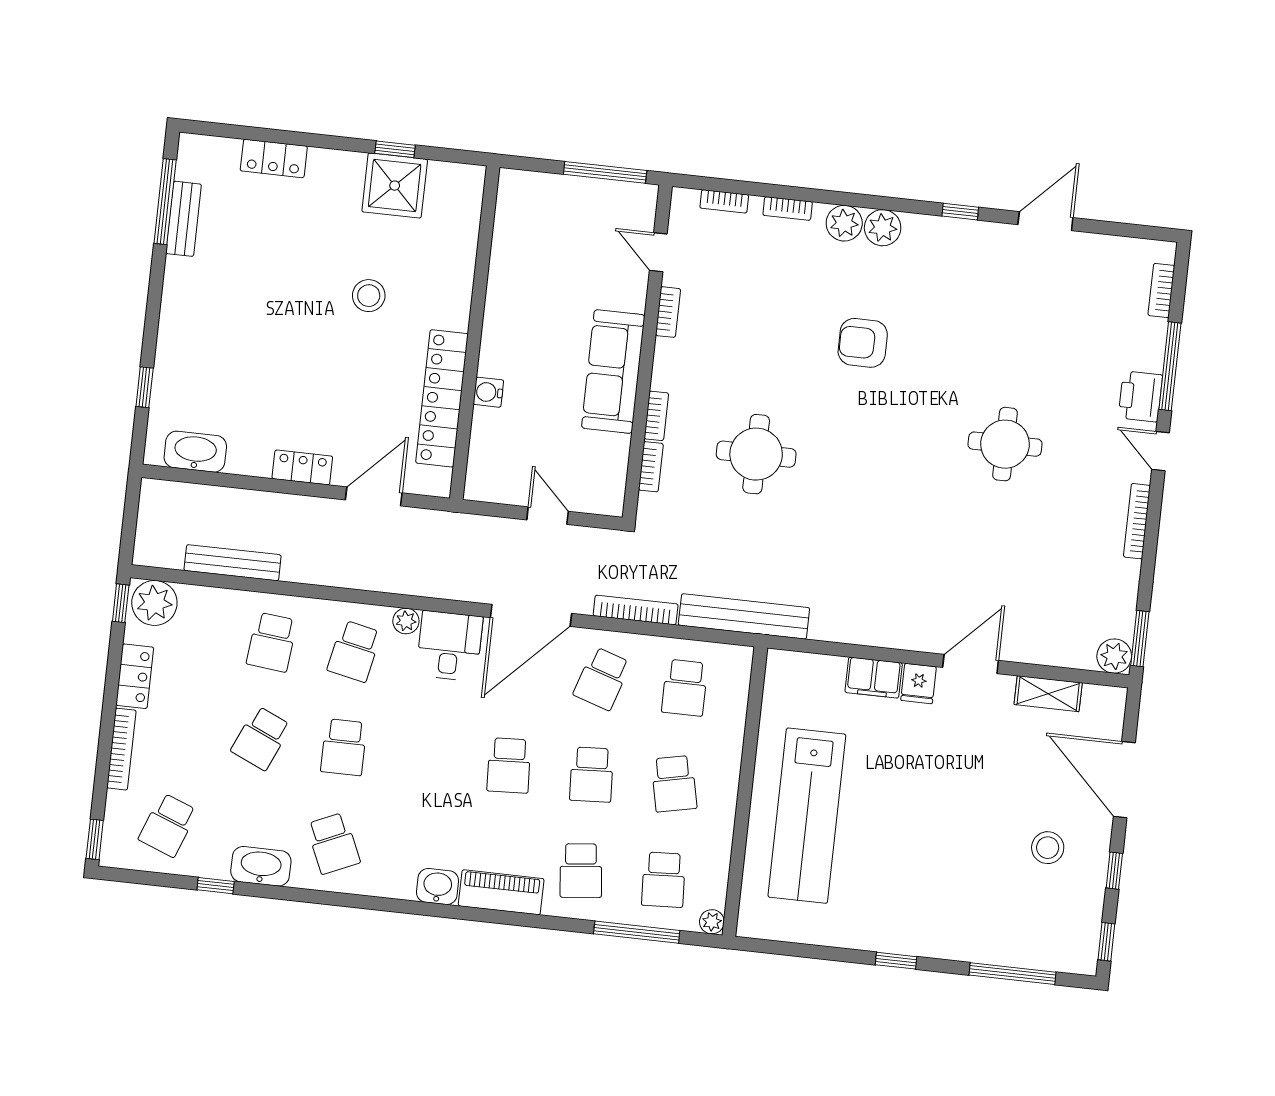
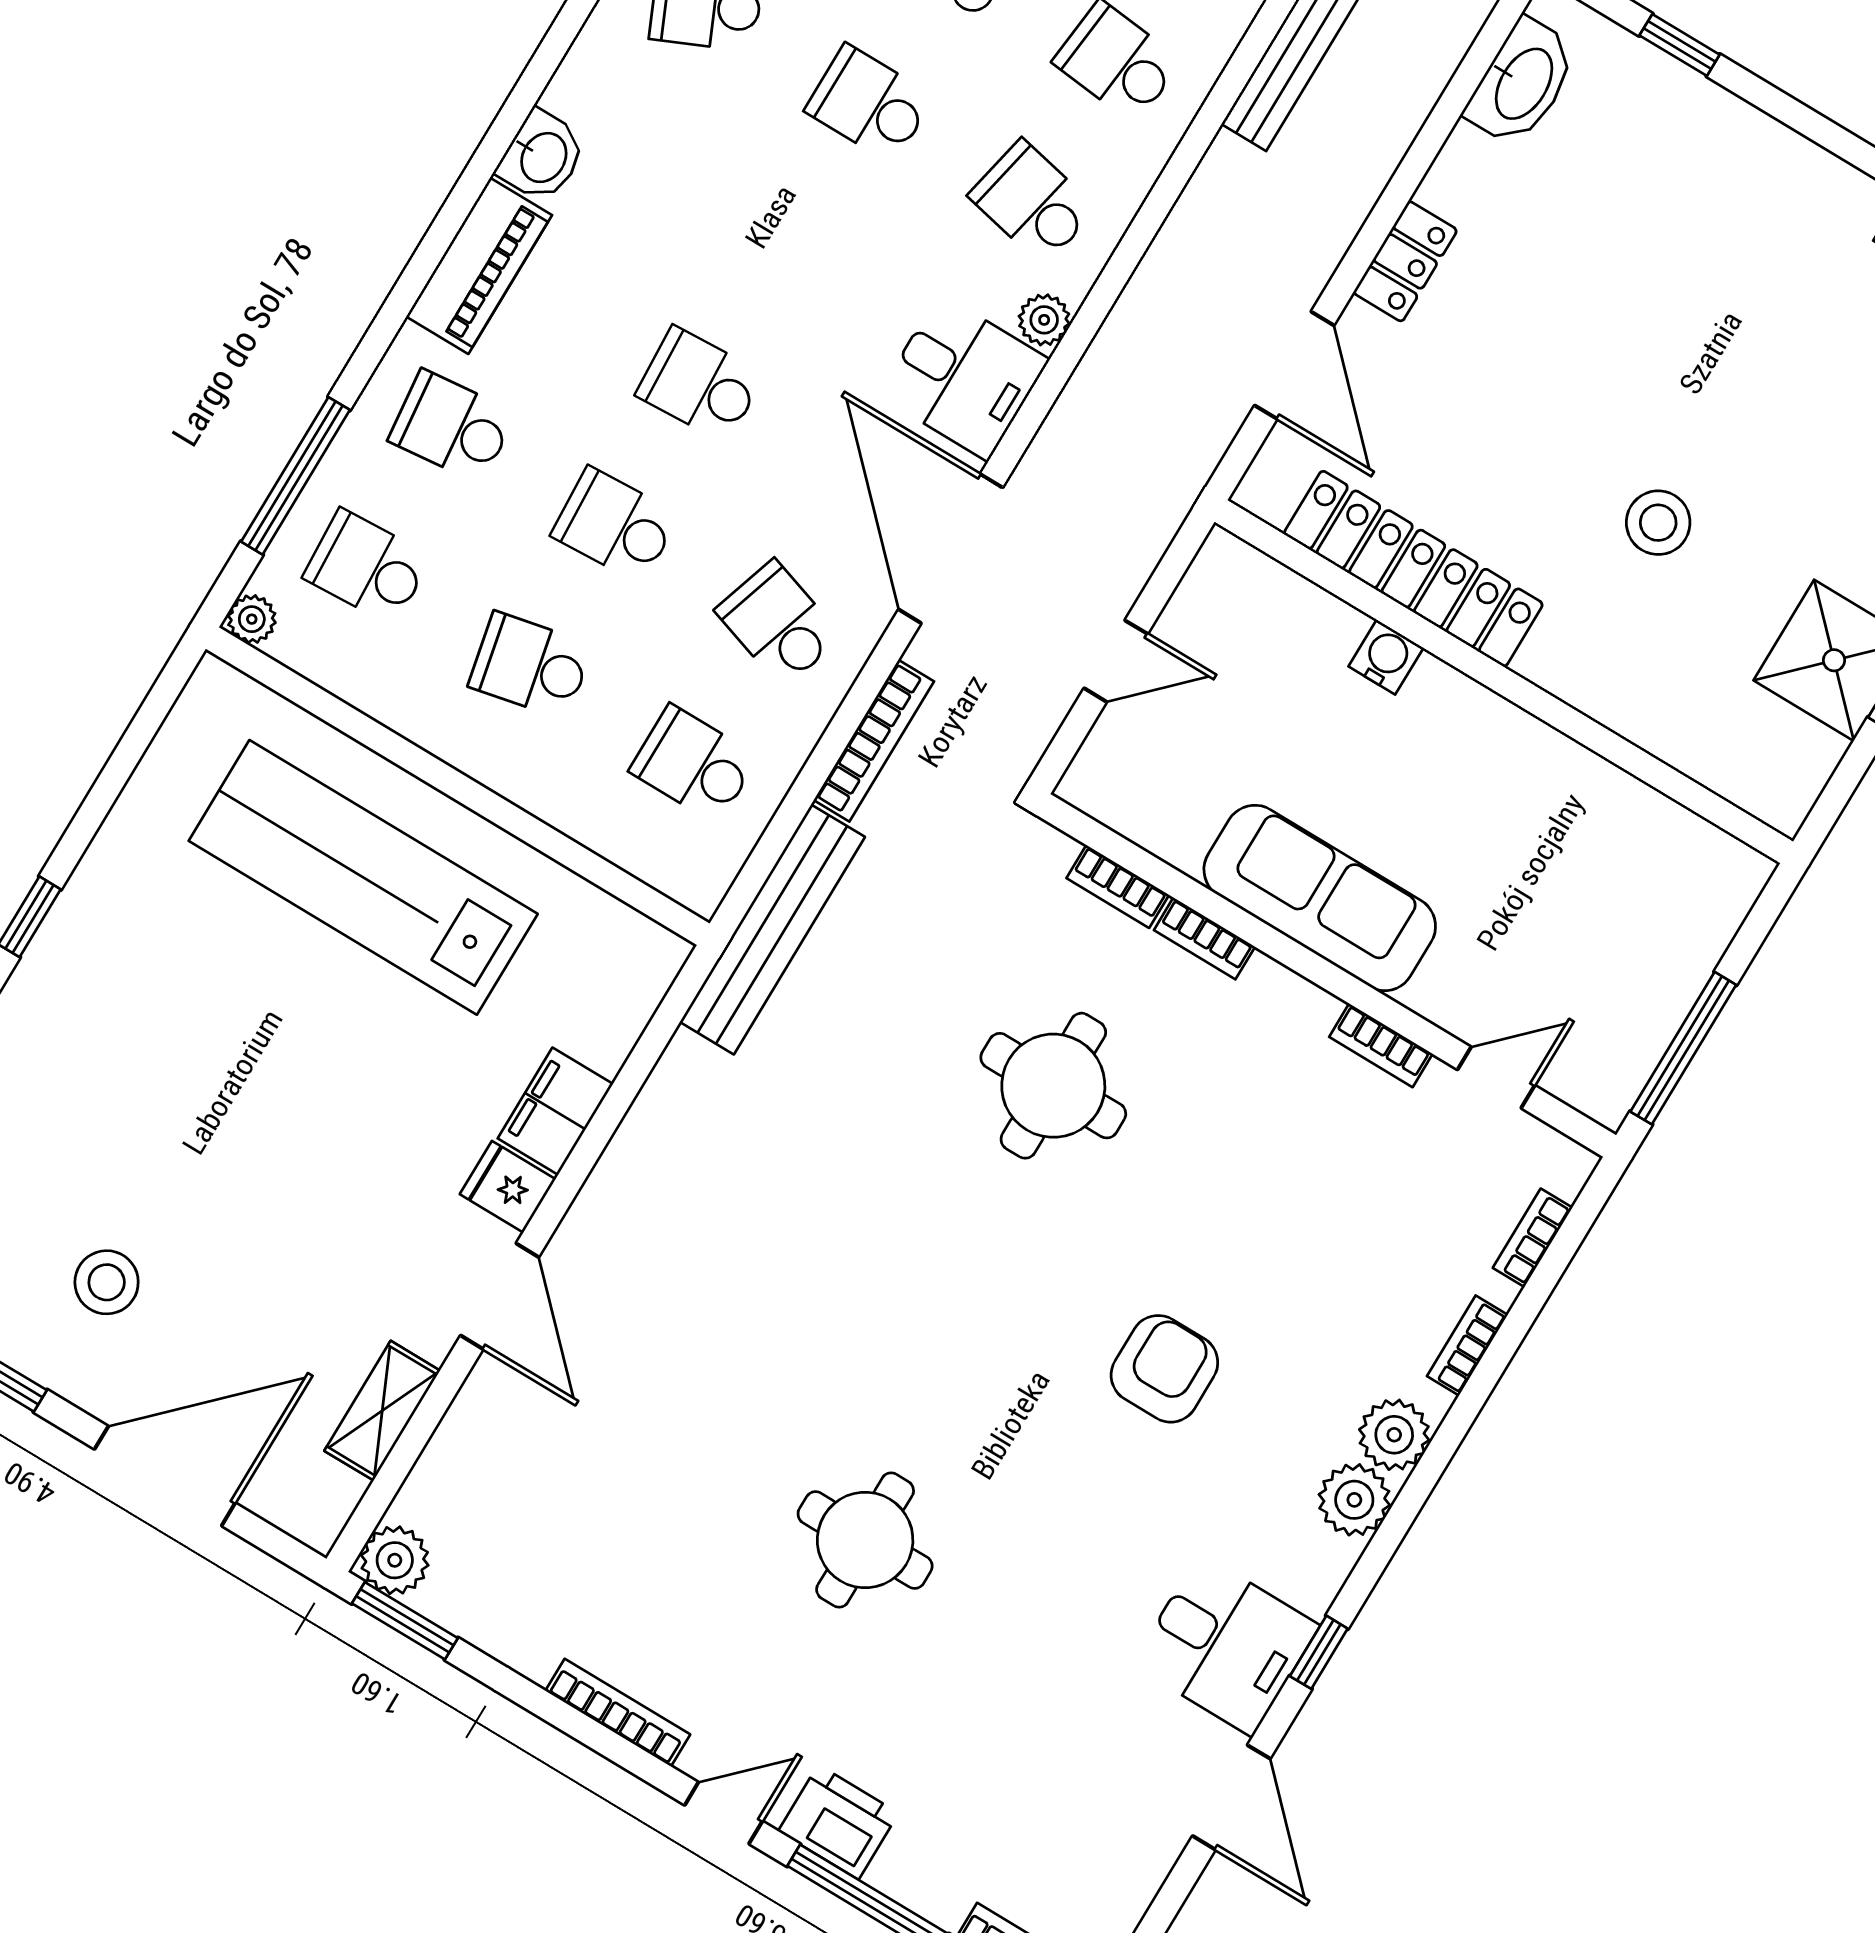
desk: (977, 256) -> (1226, 1645), added

